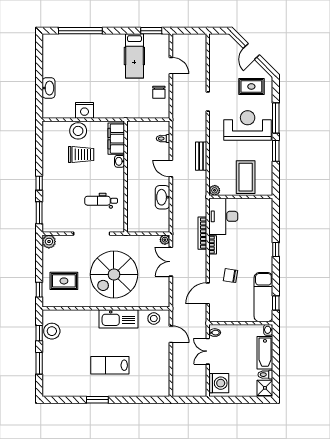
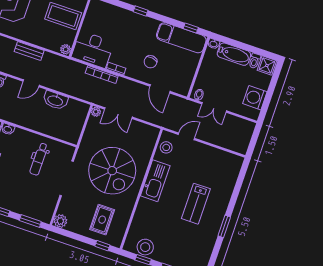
washing machine: (219, 383) -> (255, 98), moved, turned -90

